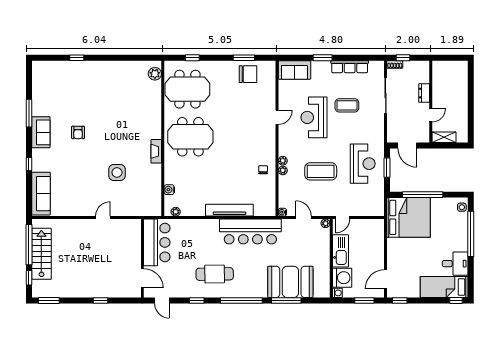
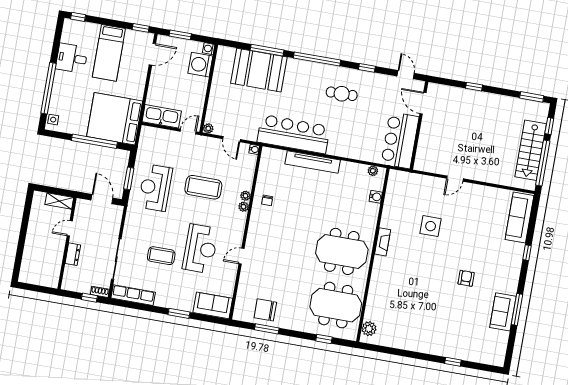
row of seats: (350, 67) -> (133, 295), moved
sofa: (41, 132) -> (503, 312), moved
kitchen sink: (340, 251) -> (162, 116), moved, turned 90
cafe table: (215, 274) -> (342, 94), width x0.73, depth x0.74
bed: (444, 287) -> (109, 53), moved, turned 90

